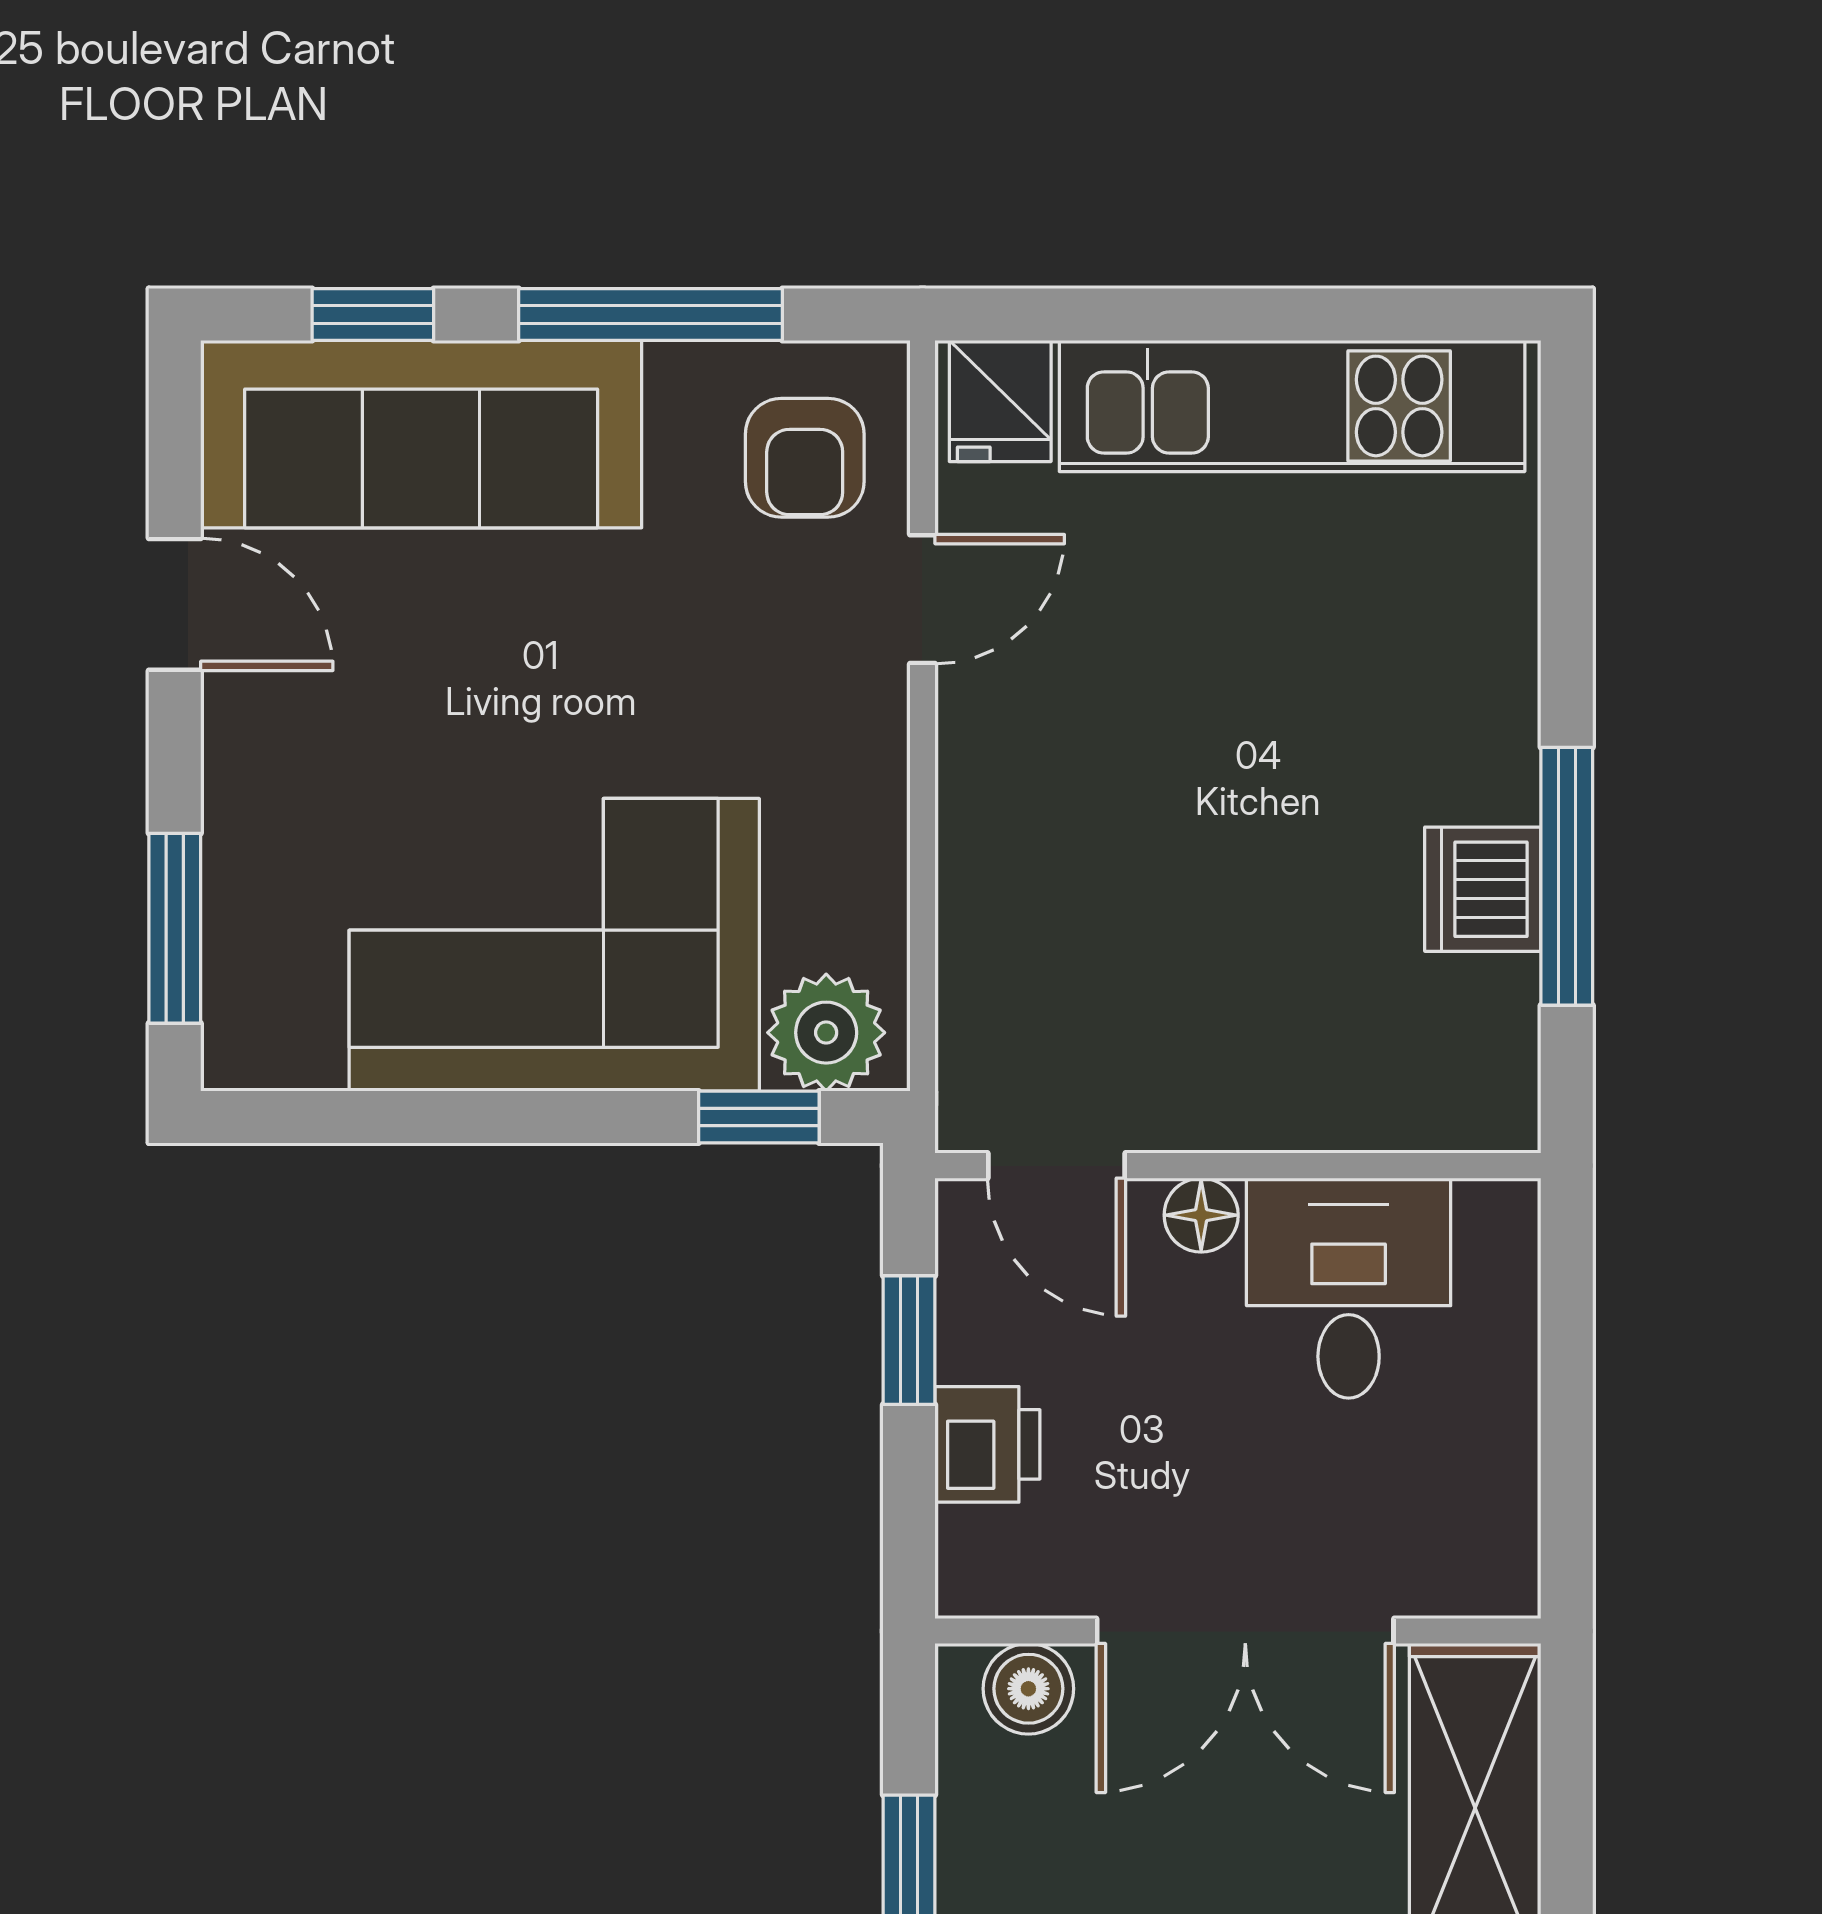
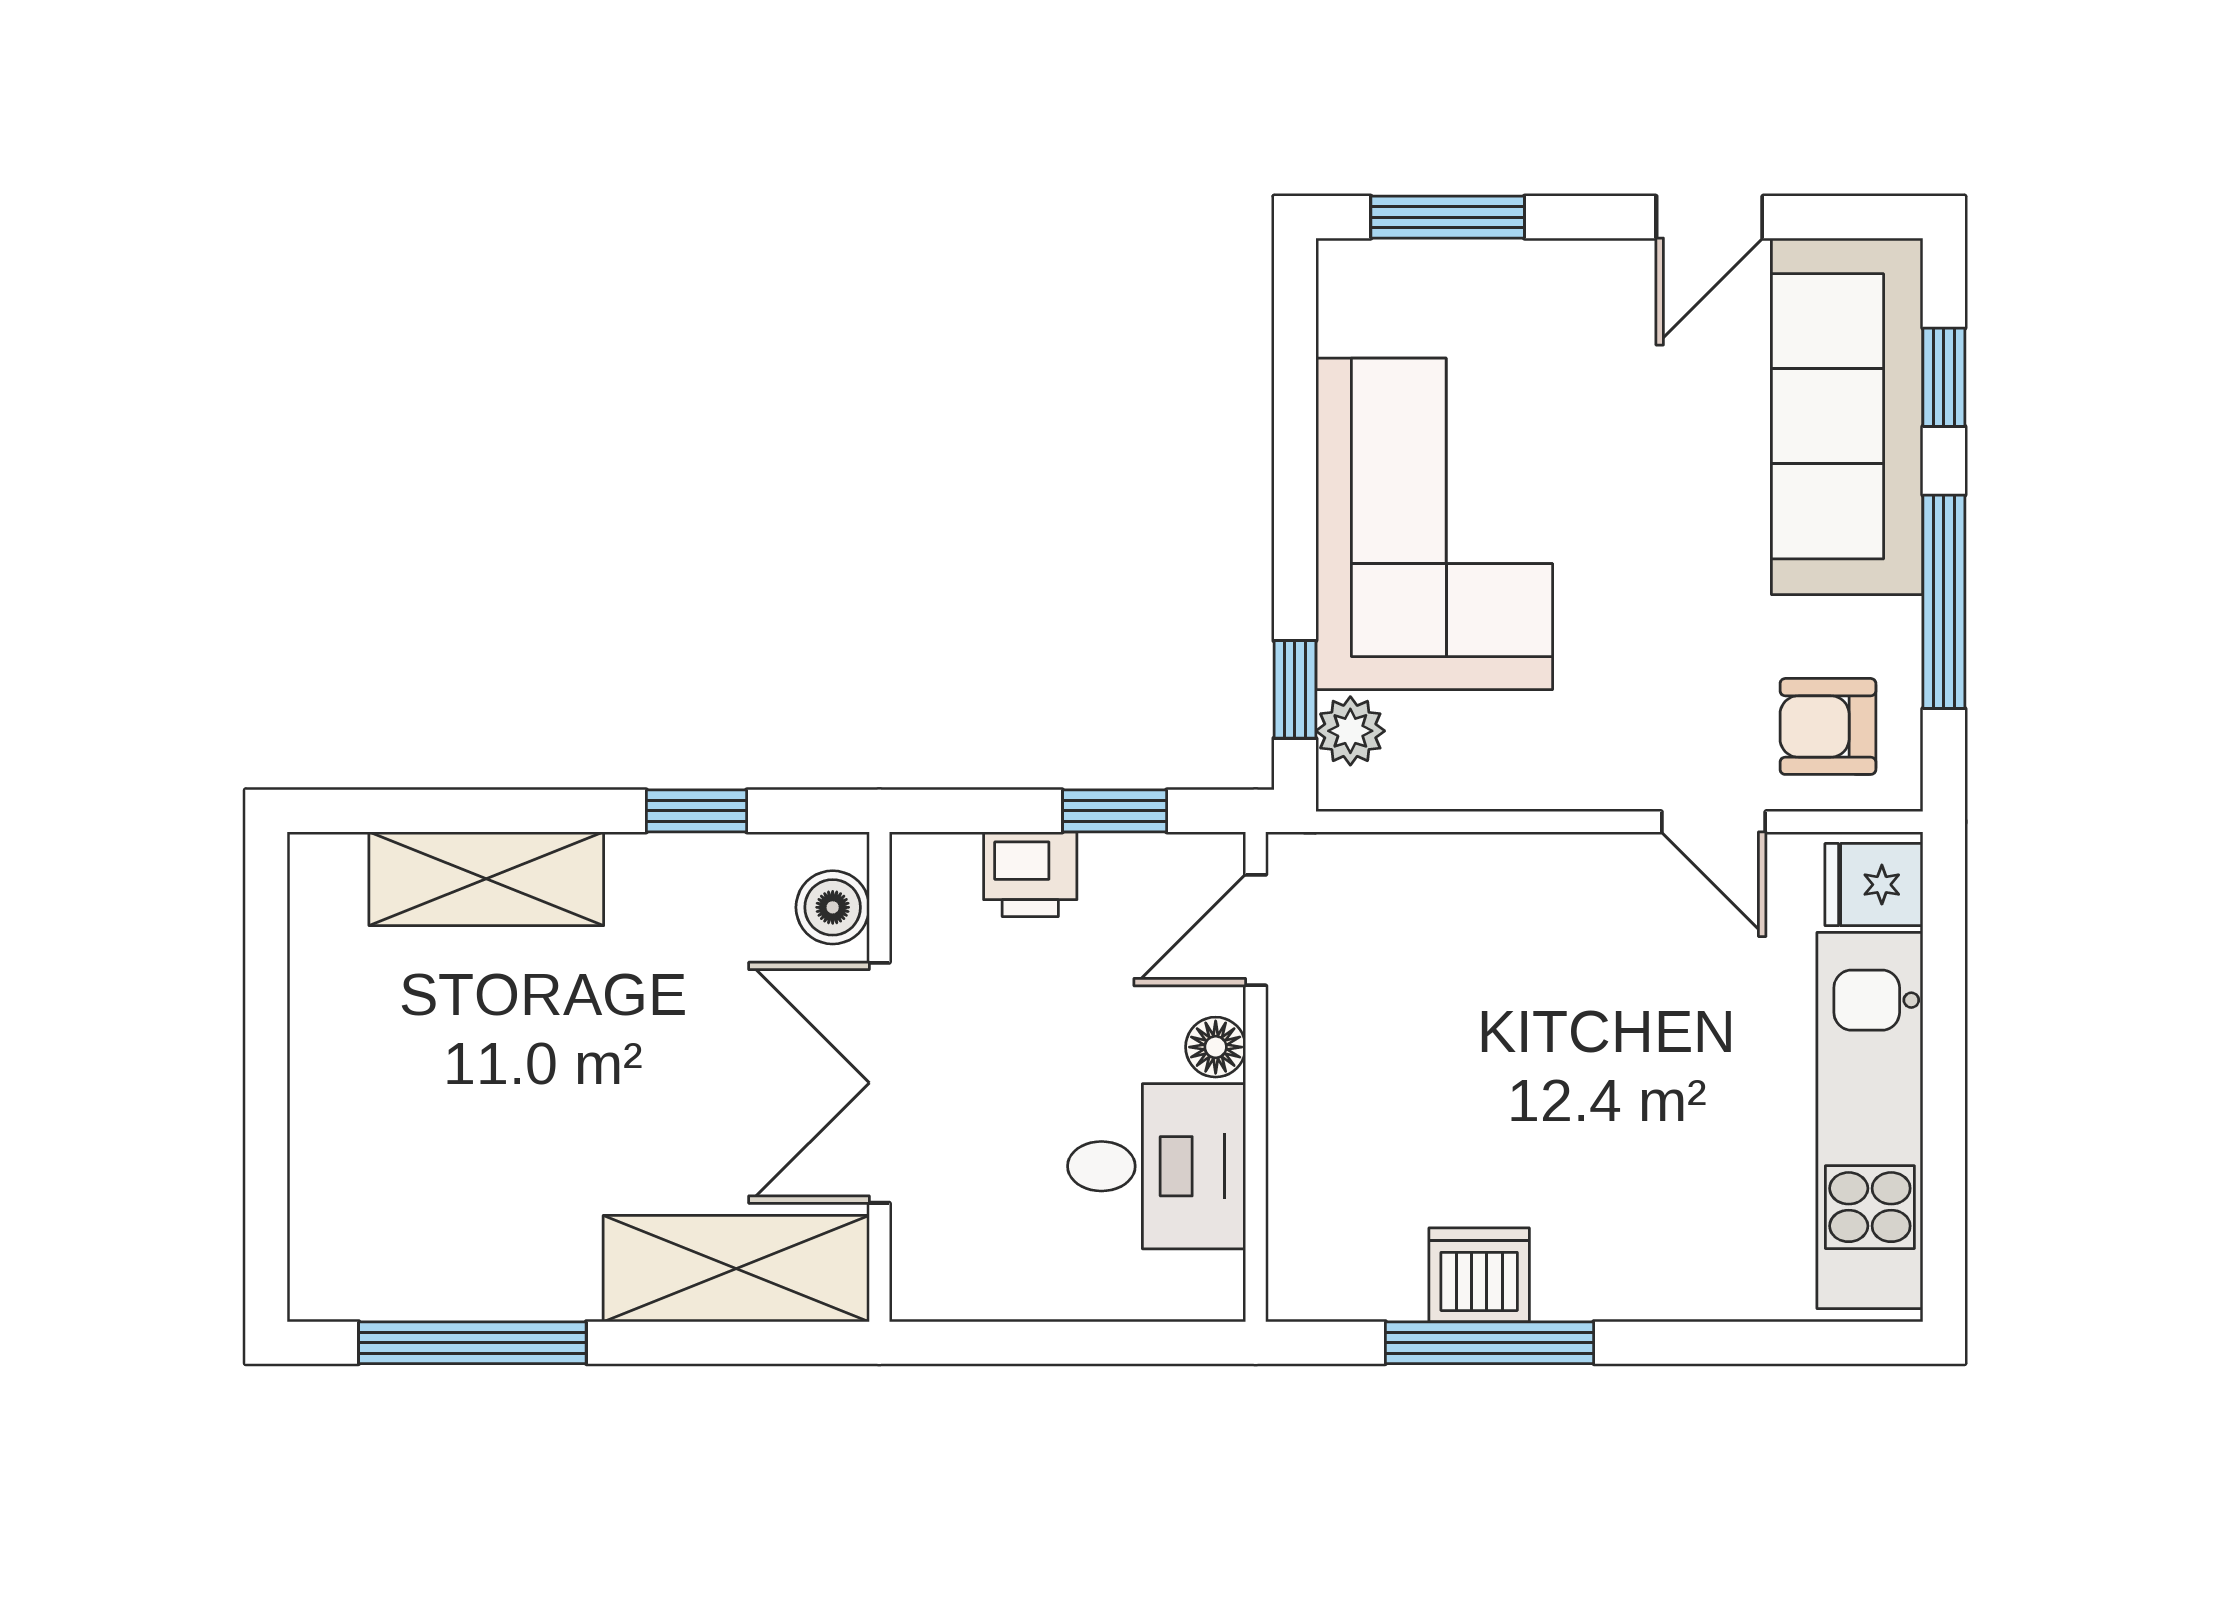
plant: (826, 1033) -> (1350, 731), width x0.73, depth x0.73

